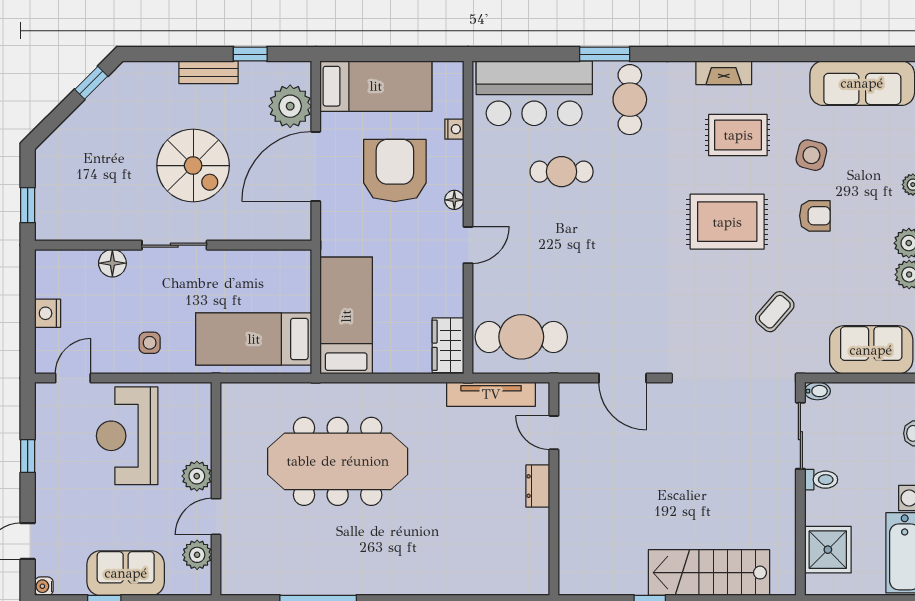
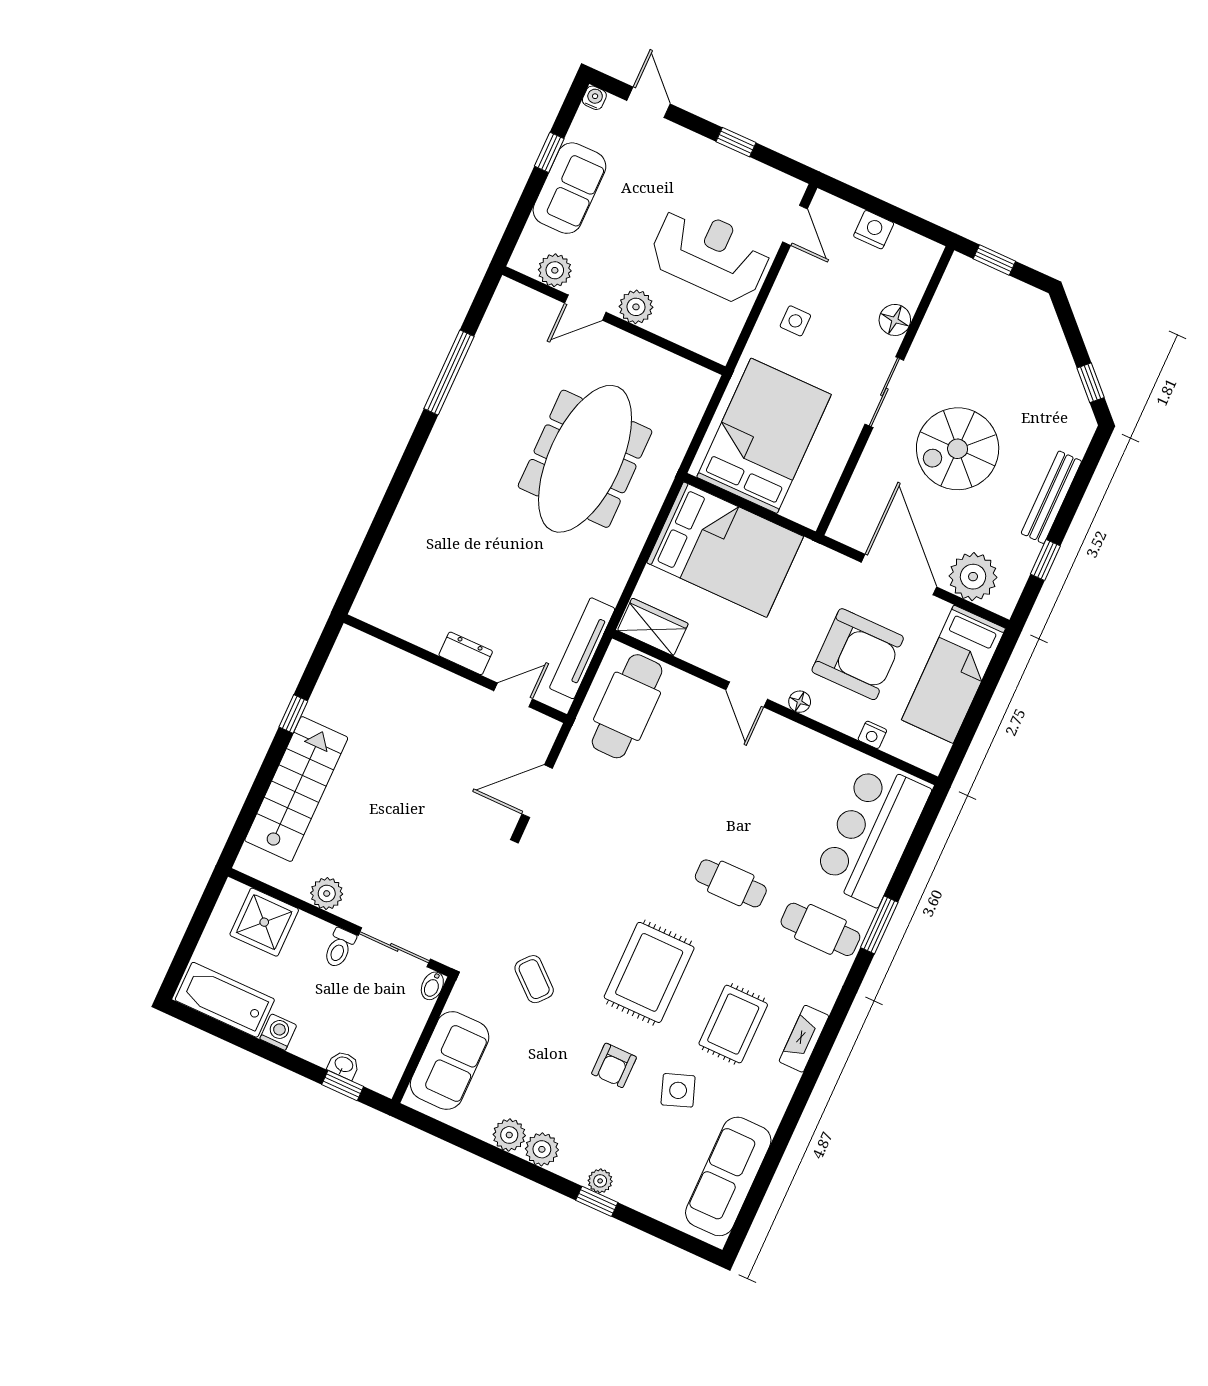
bench: (208, 72) -> (1051, 497), width x1.36
side table: (811, 155) -> (678, 1090), turned -34
cafe table: (562, 172) -> (731, 883), moved, turned 90
bed: (346, 316) -> (725, 550), width x1.50
bed: (254, 339) -> (764, 436), width x1.50
plant: (782, 510) -> (327, 893), added
door: (216, 517) -> (585, 308), swing flipped

